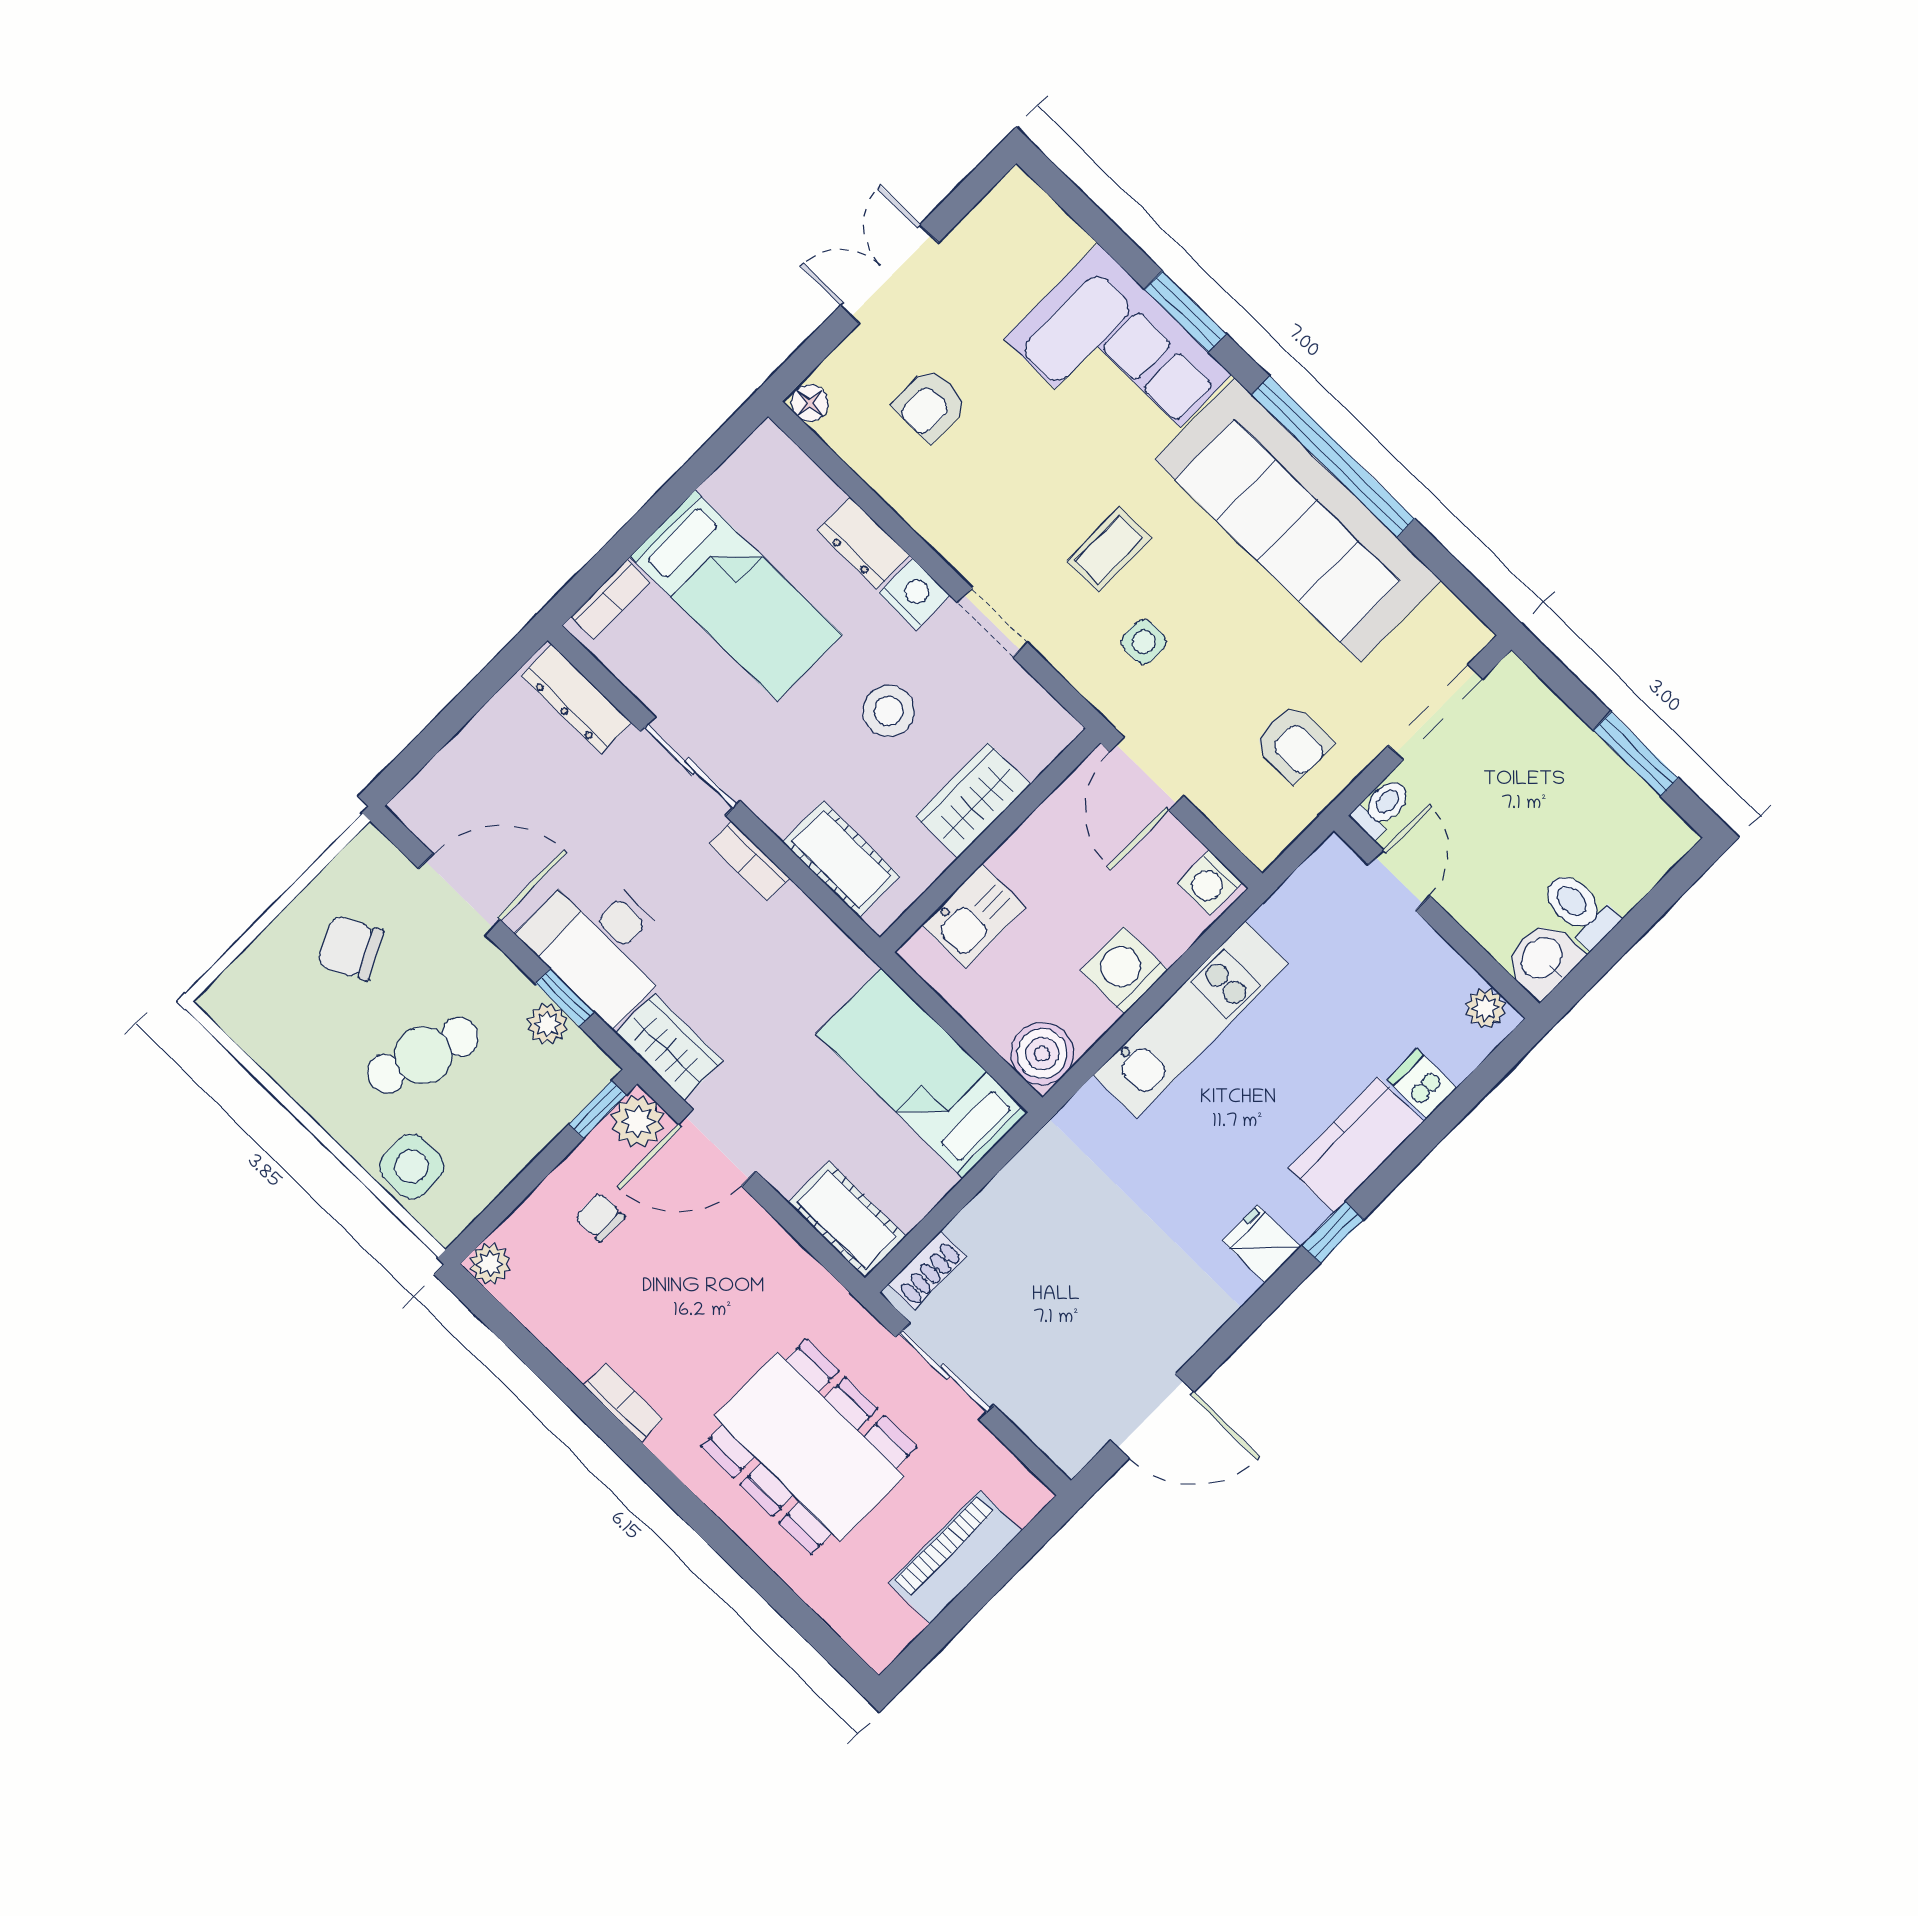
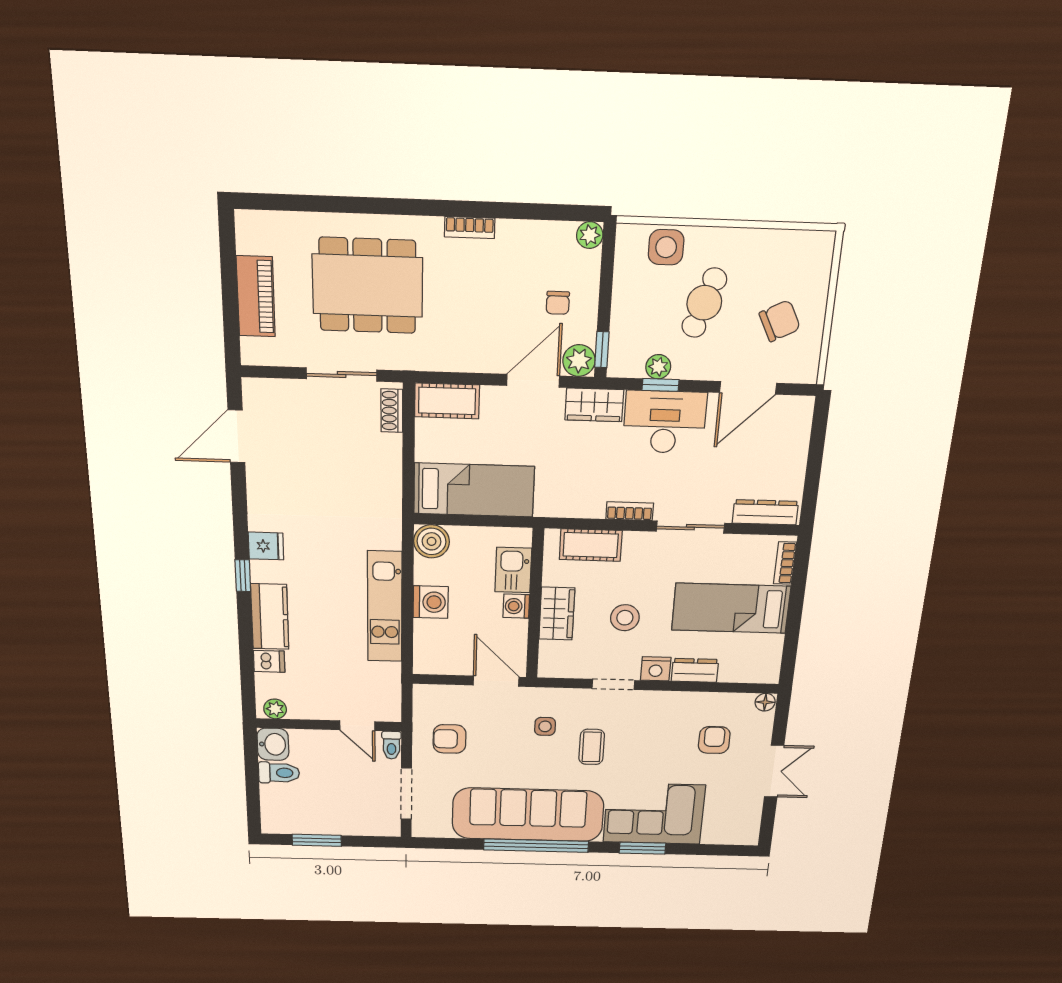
washing machine: (1210, 883) -> (516, 606), moved, turned -90
chair: (600, 1217) -> (558, 303), turned 90

